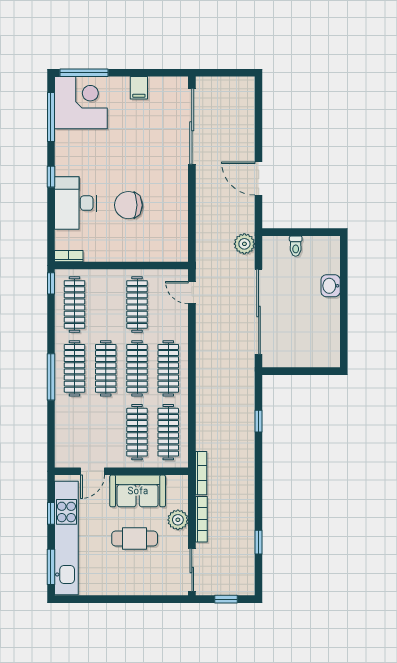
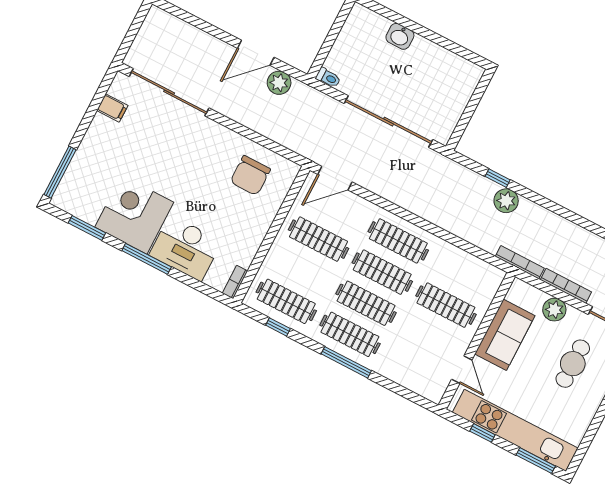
filing cabinet: (139, 88) -> (112, 108), moved
corner desk: (81, 103) -> (134, 215), moved
window: (51, 117) -> (87, 228), width x0.69
window: (51, 177) -> (147, 259), width x2.17
chair: (128, 205) -> (250, 176), moved
plant: (244, 244) -> (279, 83), moved
toilet: (296, 246) -> (328, 78), moved
window: (51, 283) -> (278, 327), moved
door: (192, 293) -> (335, 178), width x1.38
clothes rail: (168, 432) -> (462, 274), removed
plant: (244, 437) -> (506, 201), added
cafe table: (135, 538) -> (573, 364), moved

